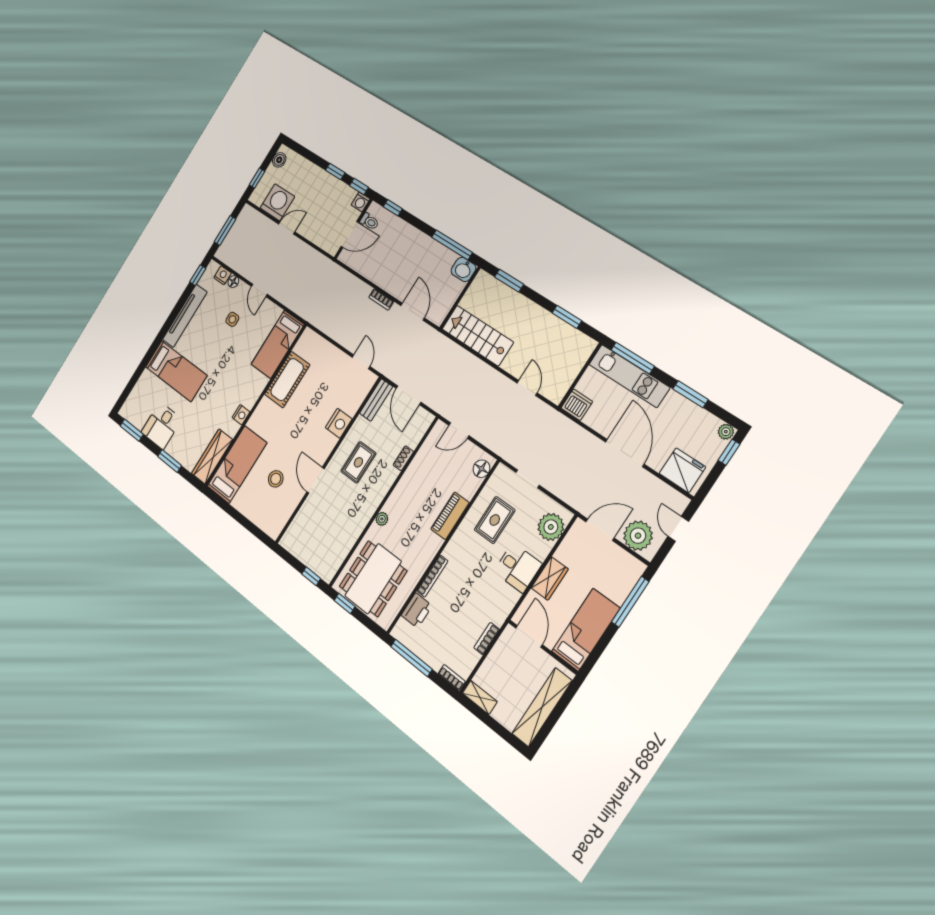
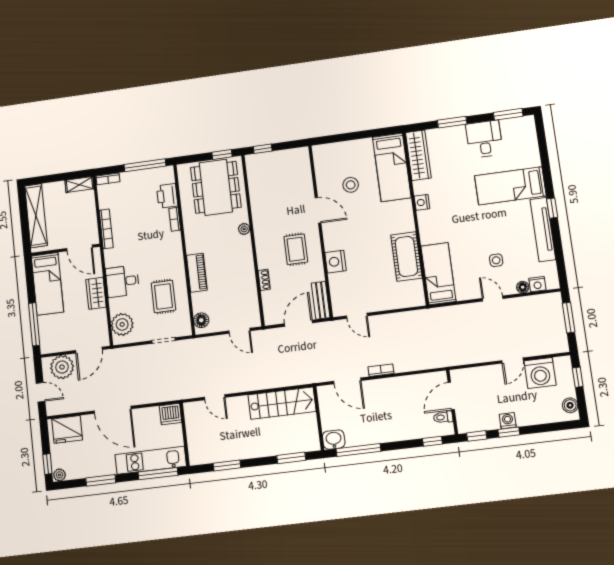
washing machine: (361, 202) -> (508, 421), moved
window: (198, 275) -> (552, 208), moved
door: (408, 395) -> (298, 323), hinge flipped
door: (459, 430) -> (240, 331), swing flipped
bookcase: (432, 576) -> (175, 219), width x0.64
bookcase: (487, 639) -> (106, 229), width x1.56

